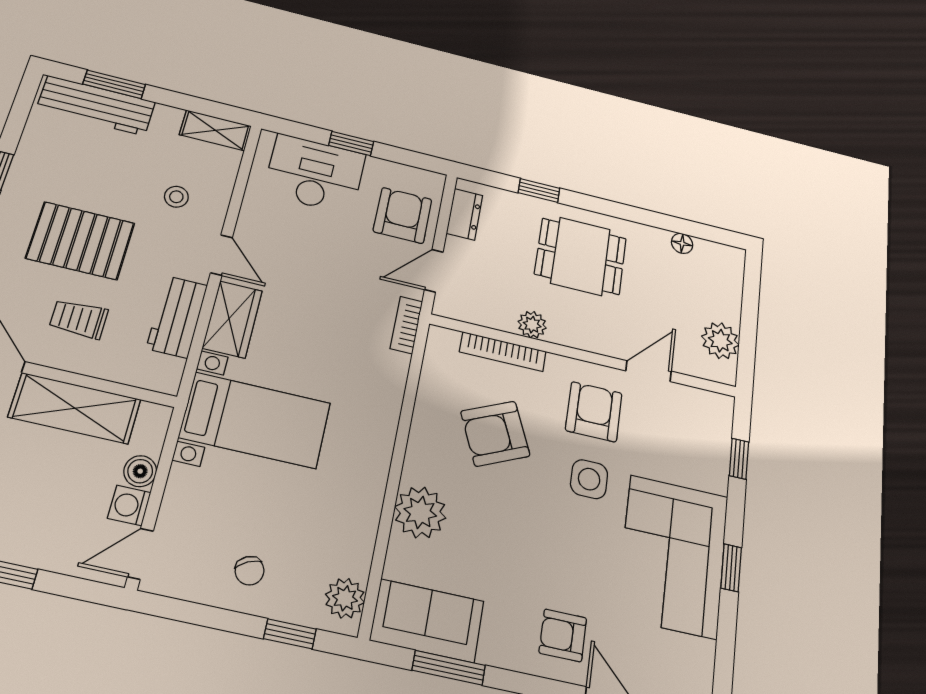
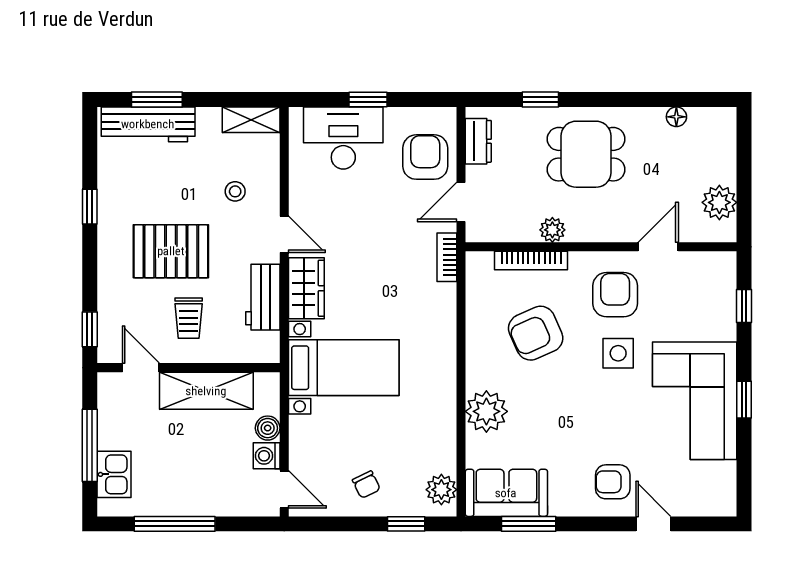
trolley: (79, 319) -> (189, 318), turned -90
door: (140, 554) -> (284, 489), swing flipped

